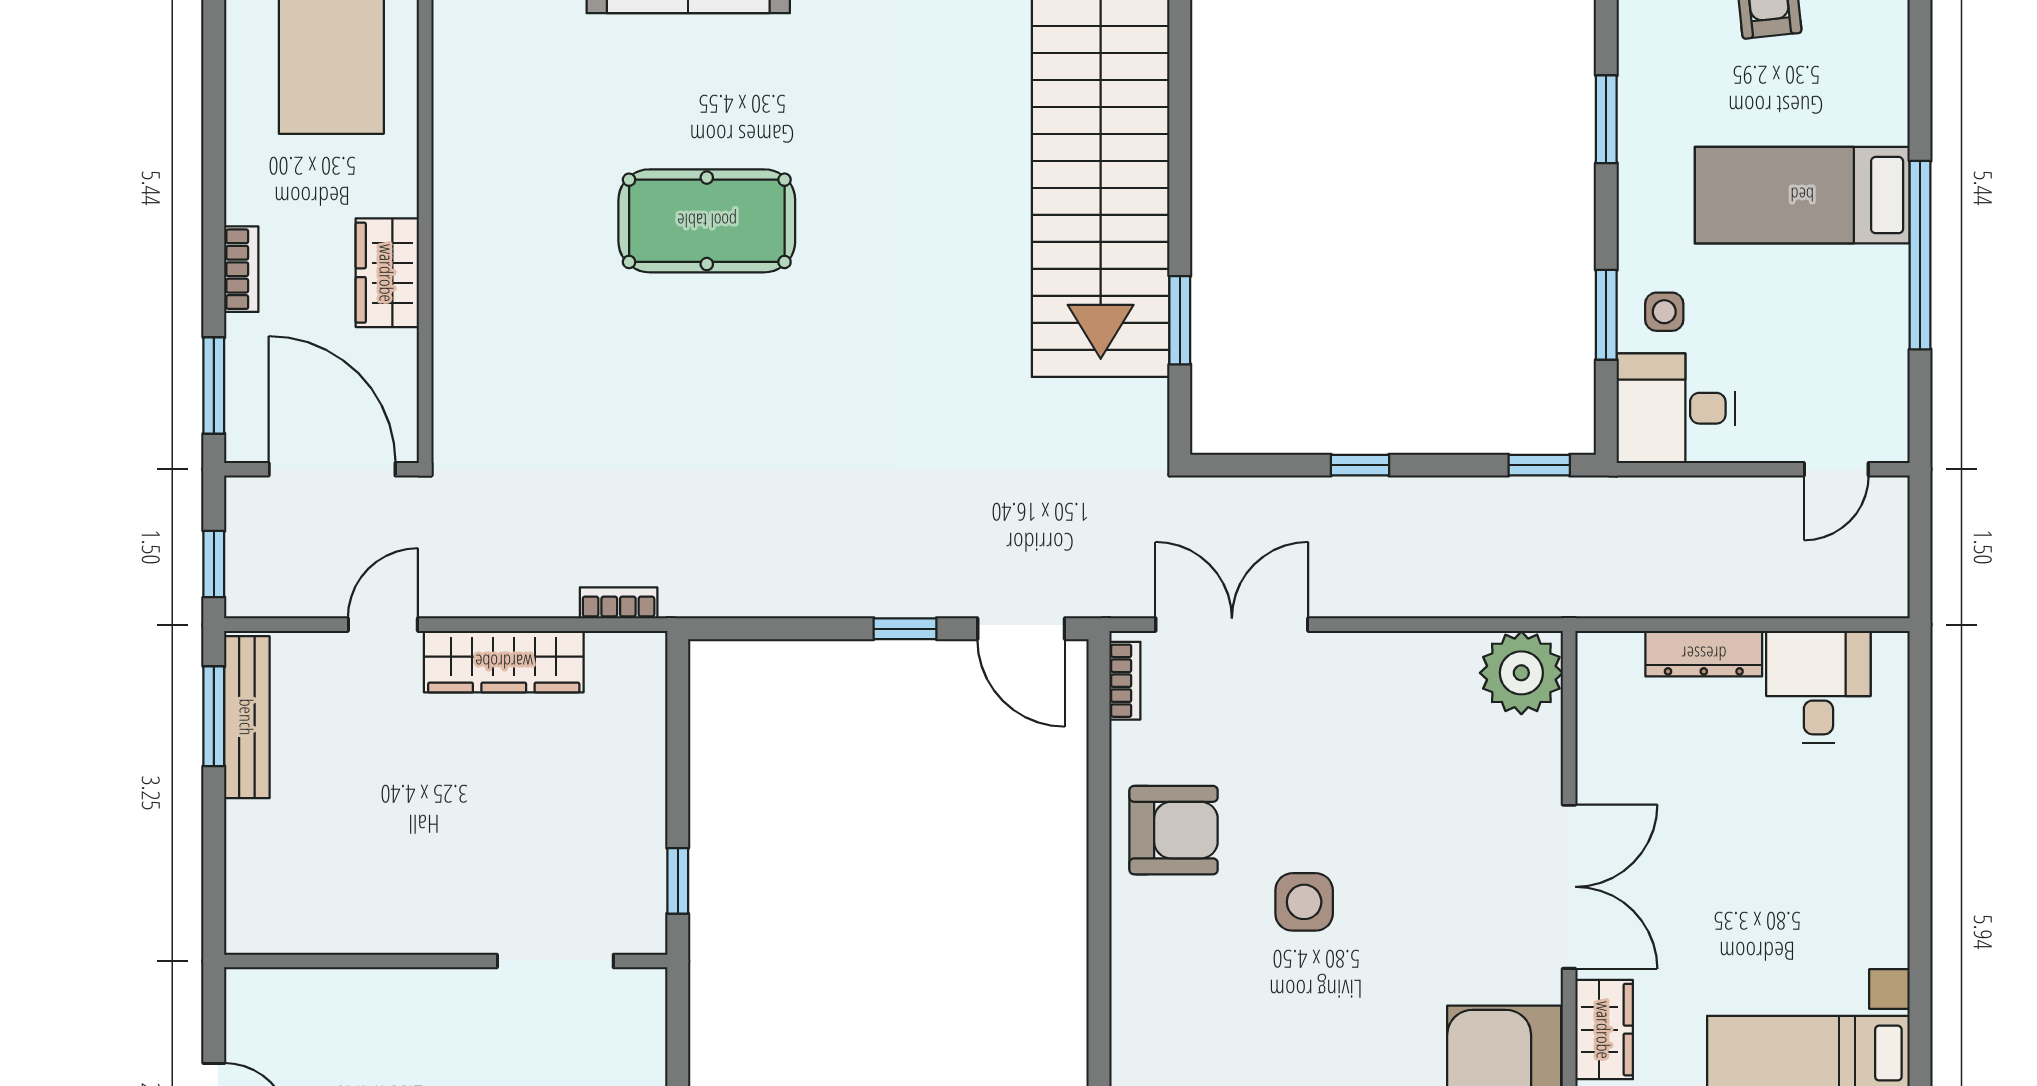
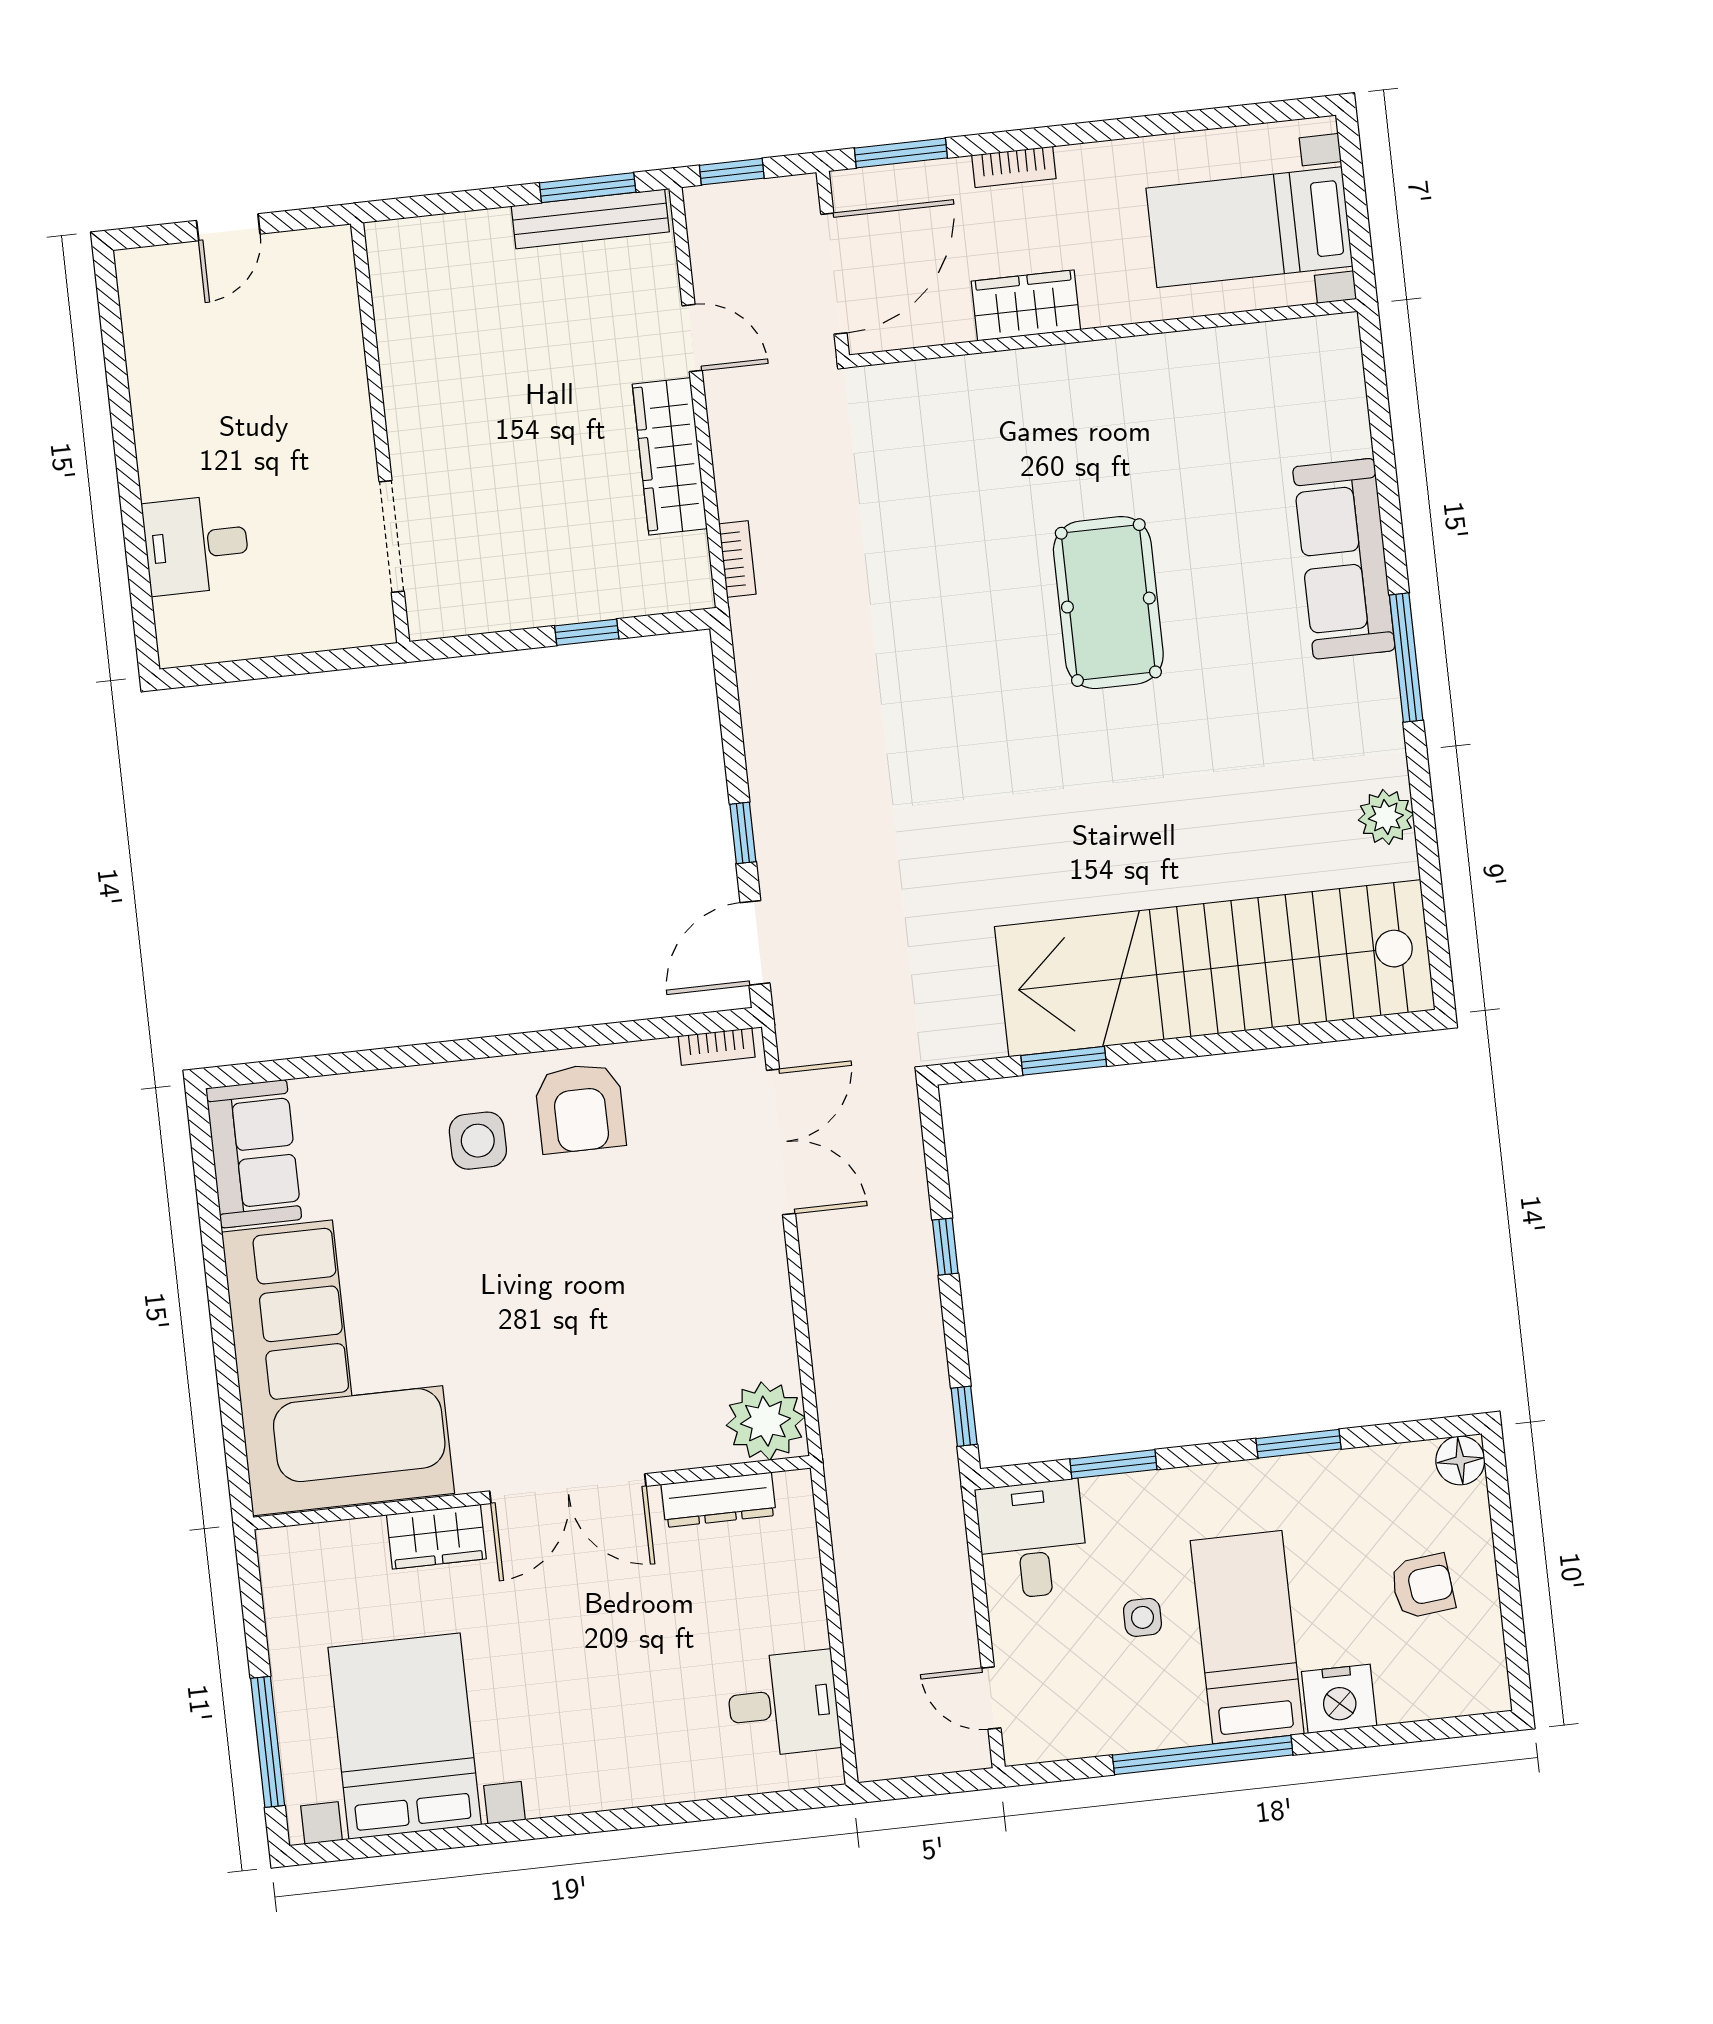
nightstand: (1877, 106) -> (1339, 1699), added
side table: (1664, 312) -> (1142, 1617), moved
dresser: (1704, 654) -> (719, 1500), moved, turned -90
window: (678, 881) -> (587, 632), moved
side table: (1304, 902) -> (478, 1141), moved

